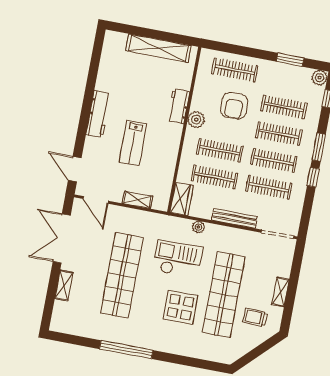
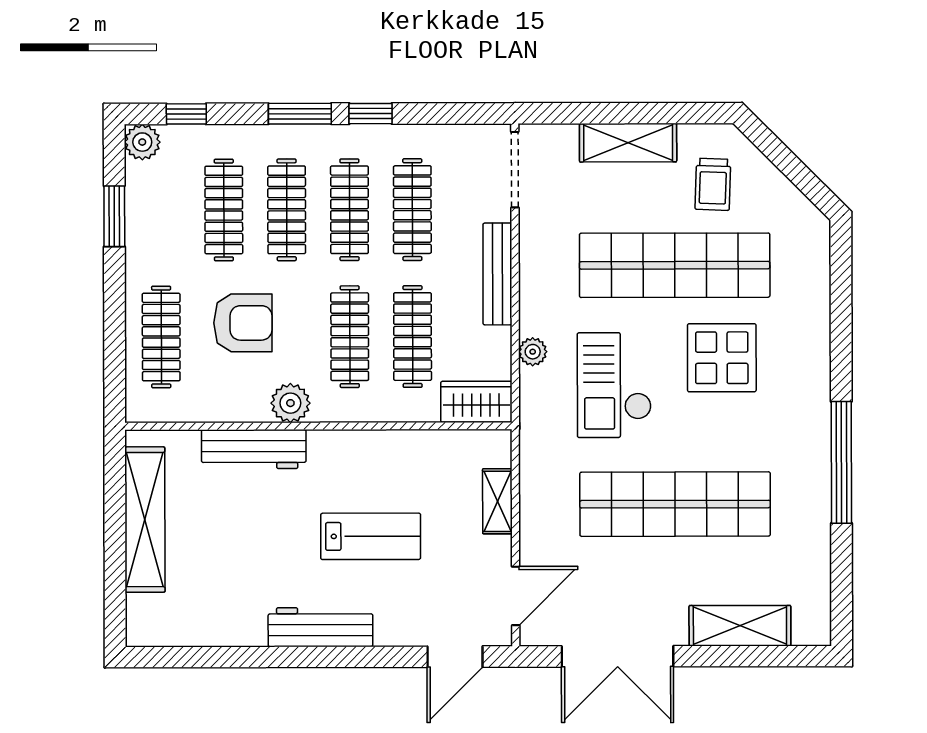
workbench: (178, 106) -> (254, 449), width x1.38
shelving: (64, 285) -> (740, 626), width x1.50, depth x1.33
shelving: (280, 292) -> (628, 143), width x1.50, depth x1.33

